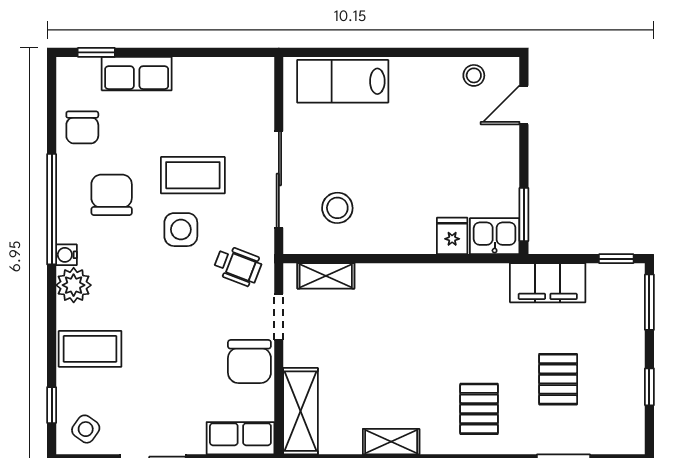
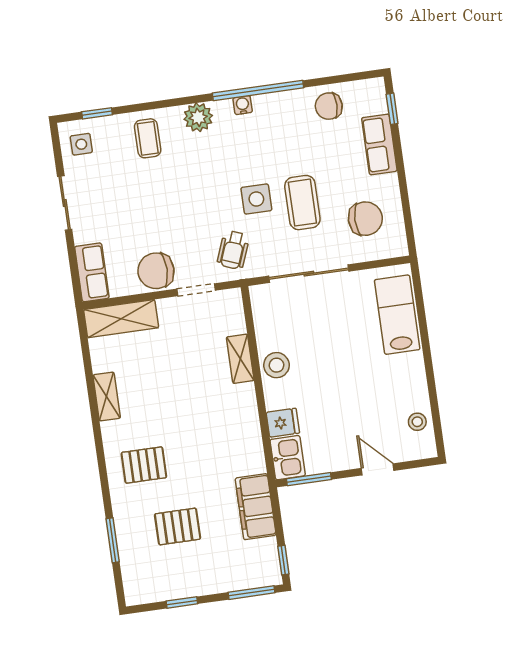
door: (524, 105) -> (378, 469), moved
chair: (112, 195) -> (365, 219), moved
stool: (337, 208) -> (276, 365), moved
water cooler: (66, 255) -> (243, 105), moved
shelving: (326, 276) -> (240, 359), moved
coffee table: (90, 349) -> (148, 138), width x0.73, depth x0.77
side table: (86, 429) -> (81, 144), turned -36

